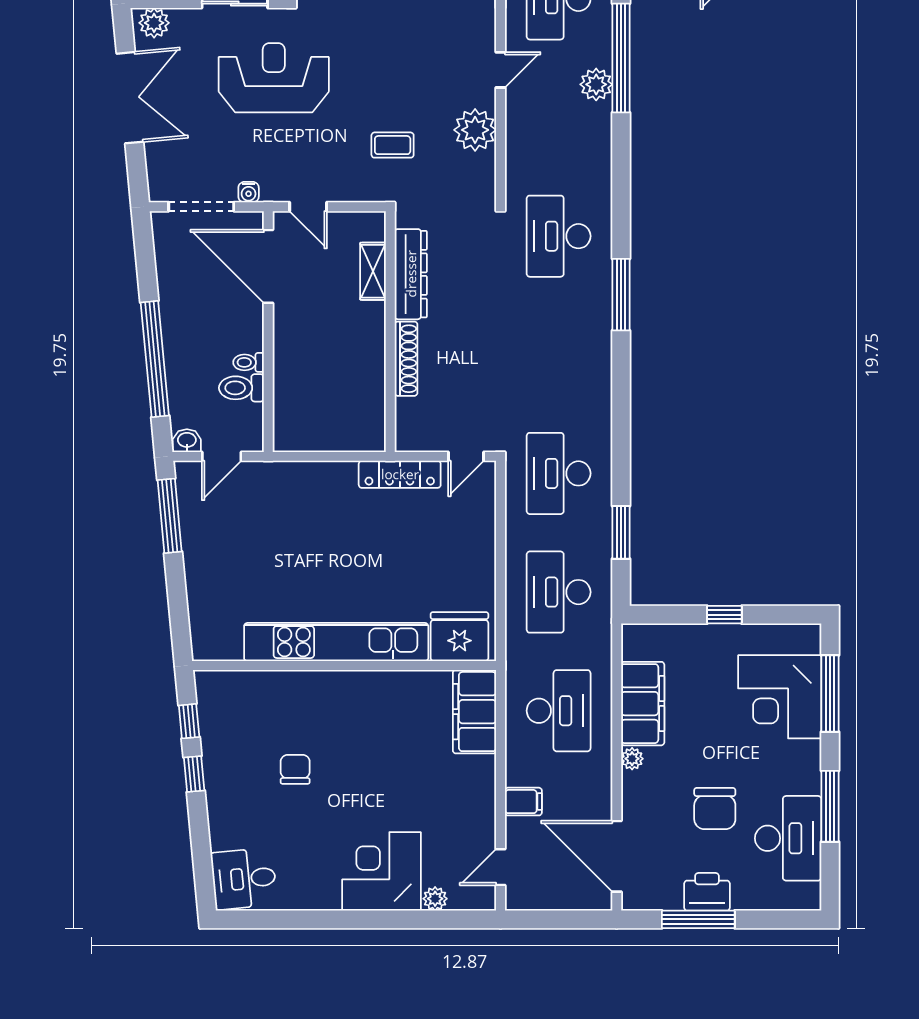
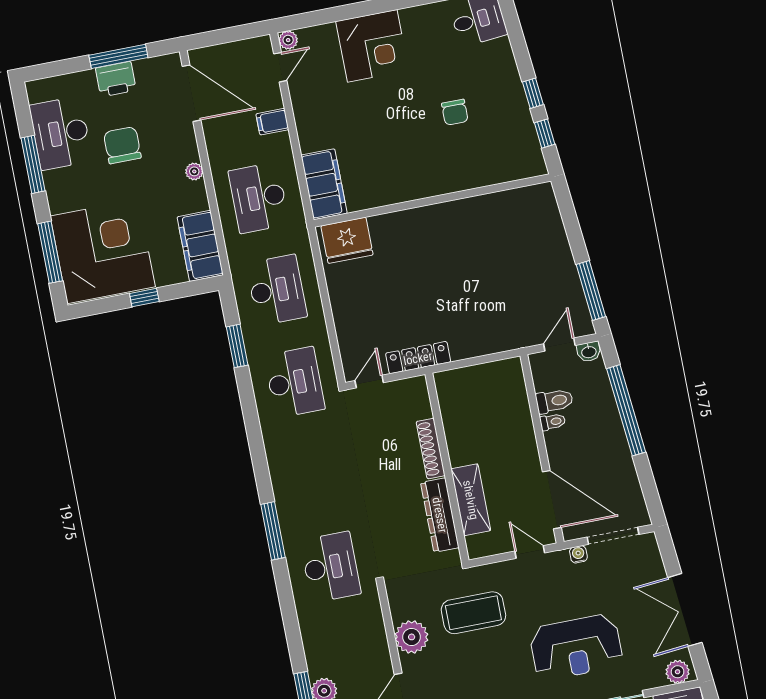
coffee table: (393, 145) -> (473, 613), width x1.86, depth x1.72
shelving: (373, 271) -> (471, 500), width x1.50, depth x1.33
kitchen unit: (336, 642) -> (442, 217), removed
corner desk: (780, 697) -> (103, 251), width x1.36, depth x1.36
filing cabinet: (643, 704) -> (200, 246), moved
plant: (435, 899) -> (288, 40), moved

